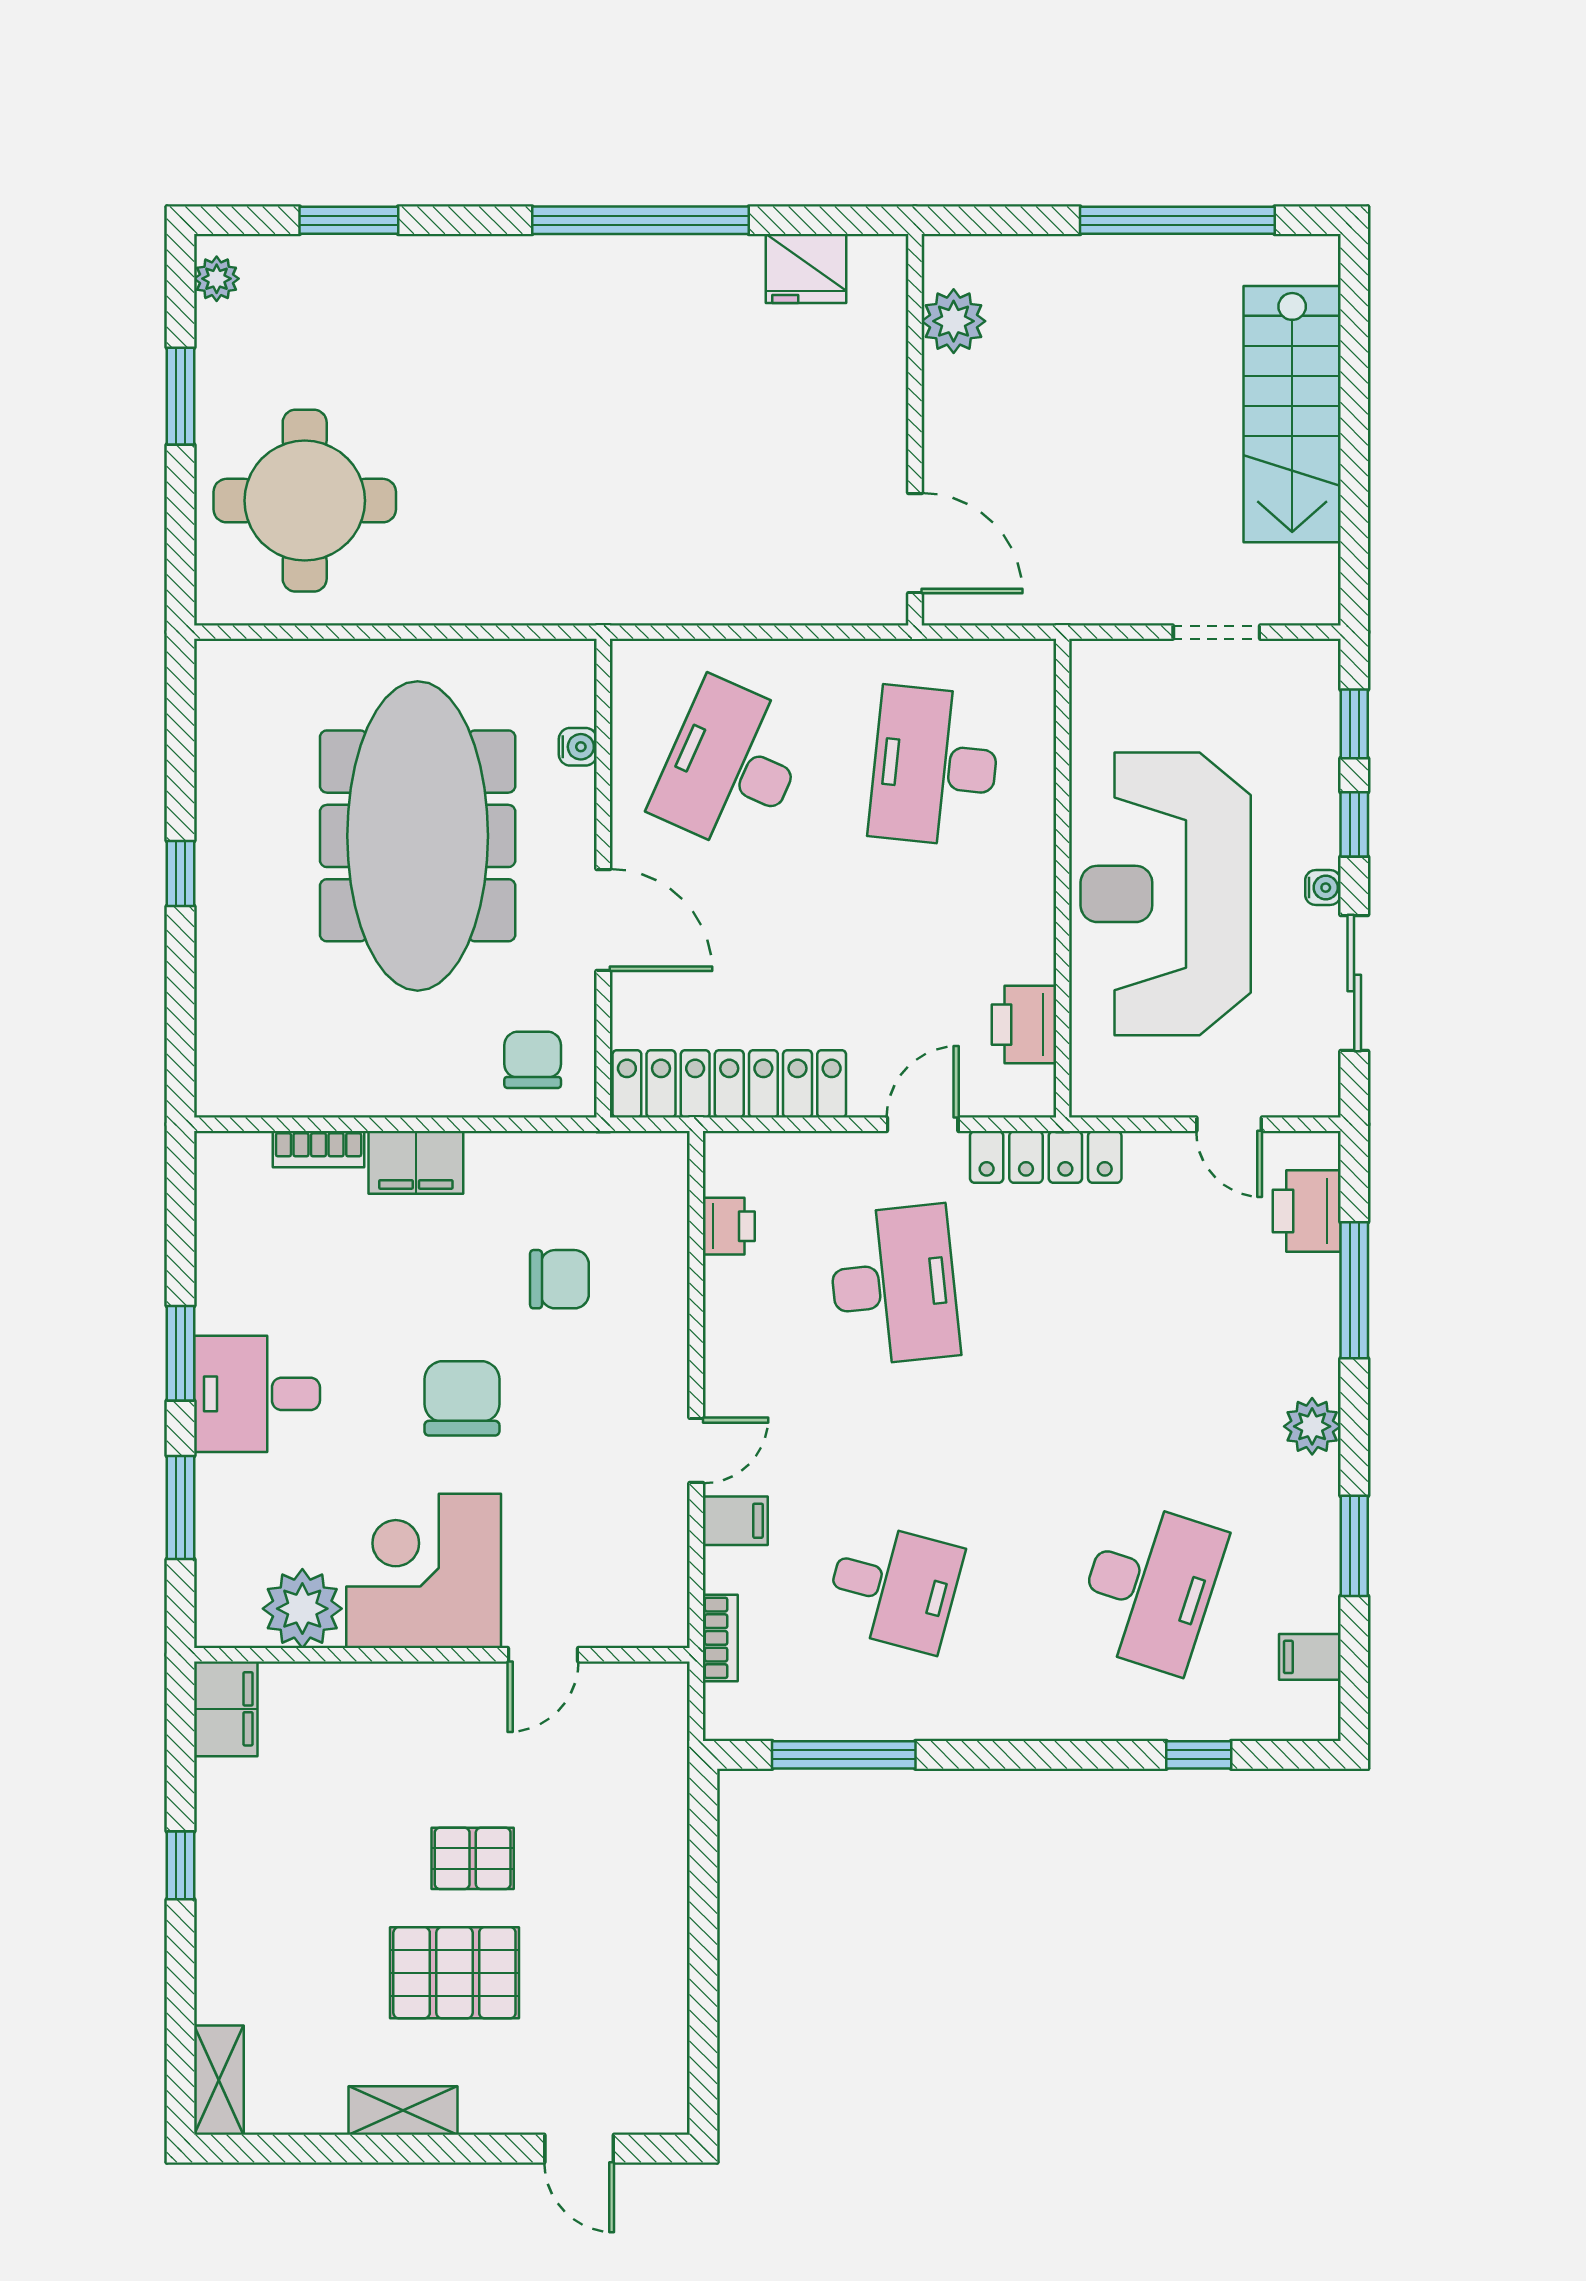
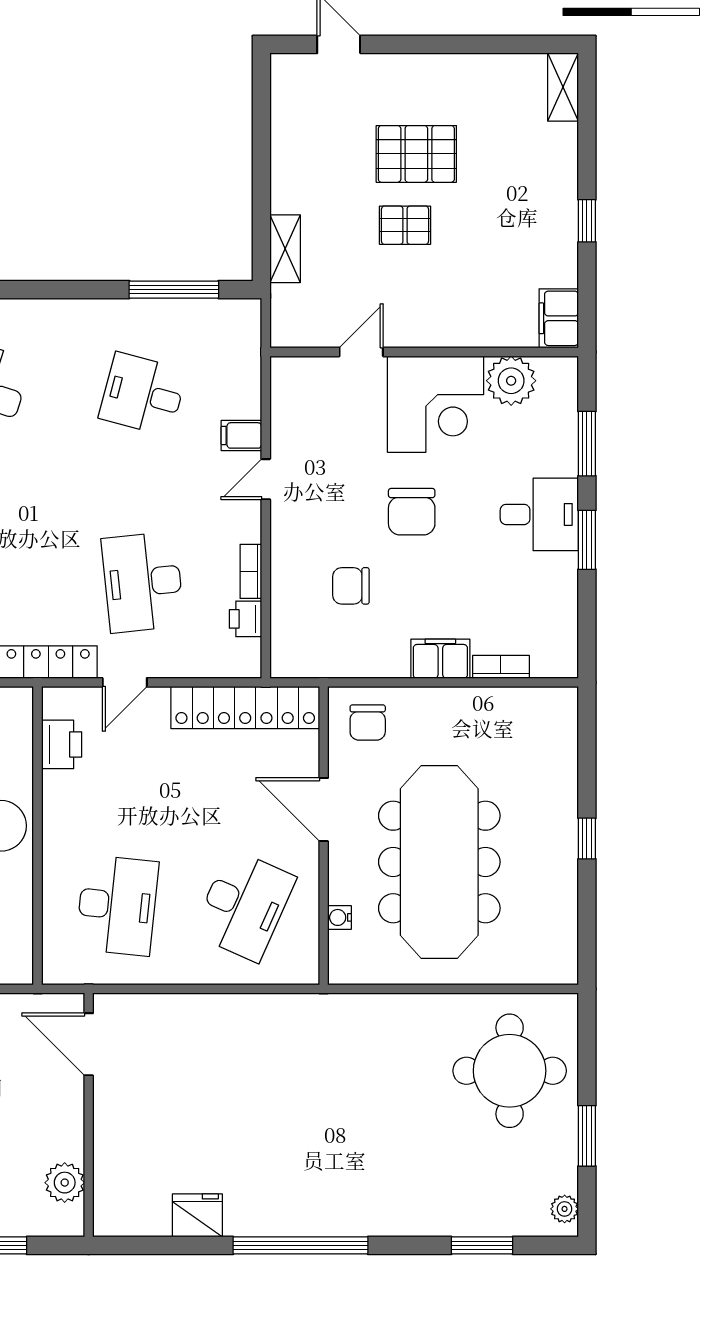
plant: (954, 321) -> (65, 1183), moved
wall: (915, 430) -> (89, 1115), moved
door: (915, 543) -> (89, 1044), moved
bookcase: (720, 1638) -> (251, 571), moved
shelving: (403, 2111) -> (285, 249), moved, turned 90

